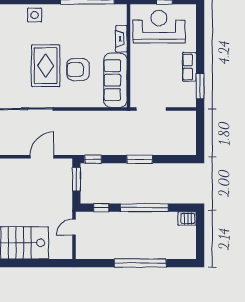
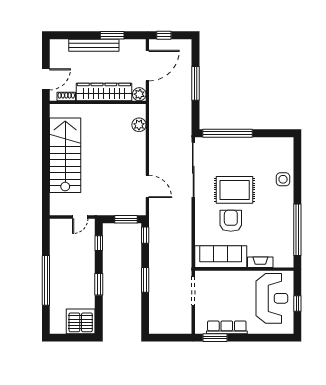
row of seats: (189, 67) -> (227, 327), width x1.48
window: (144, 208) -> (99, 284), width x0.47
server rack: (187, 219) -> (81, 321), width x2.18, depth x1.44
door: (74, 227) -> (80, 217), swing flipped

